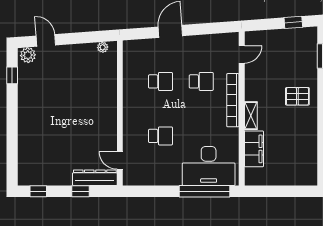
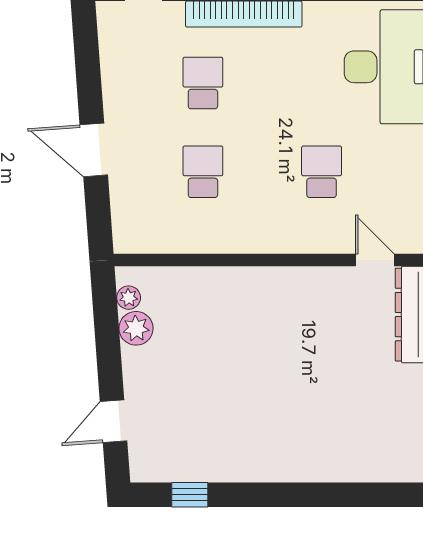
plant: (28, 55) -> (136, 328), moved
door: (120, 160) -> (375, 260), swing flipped

